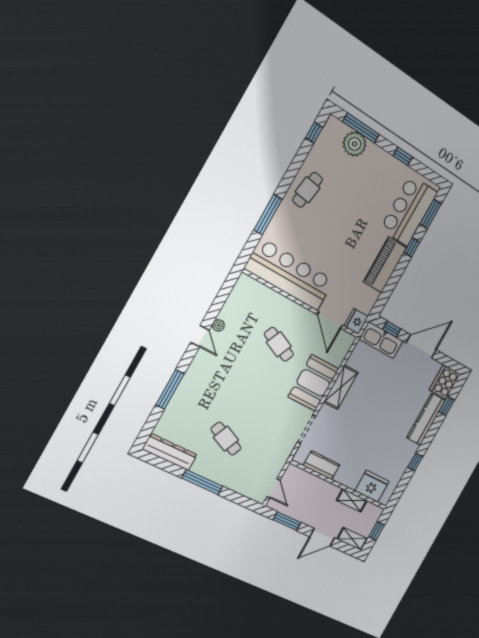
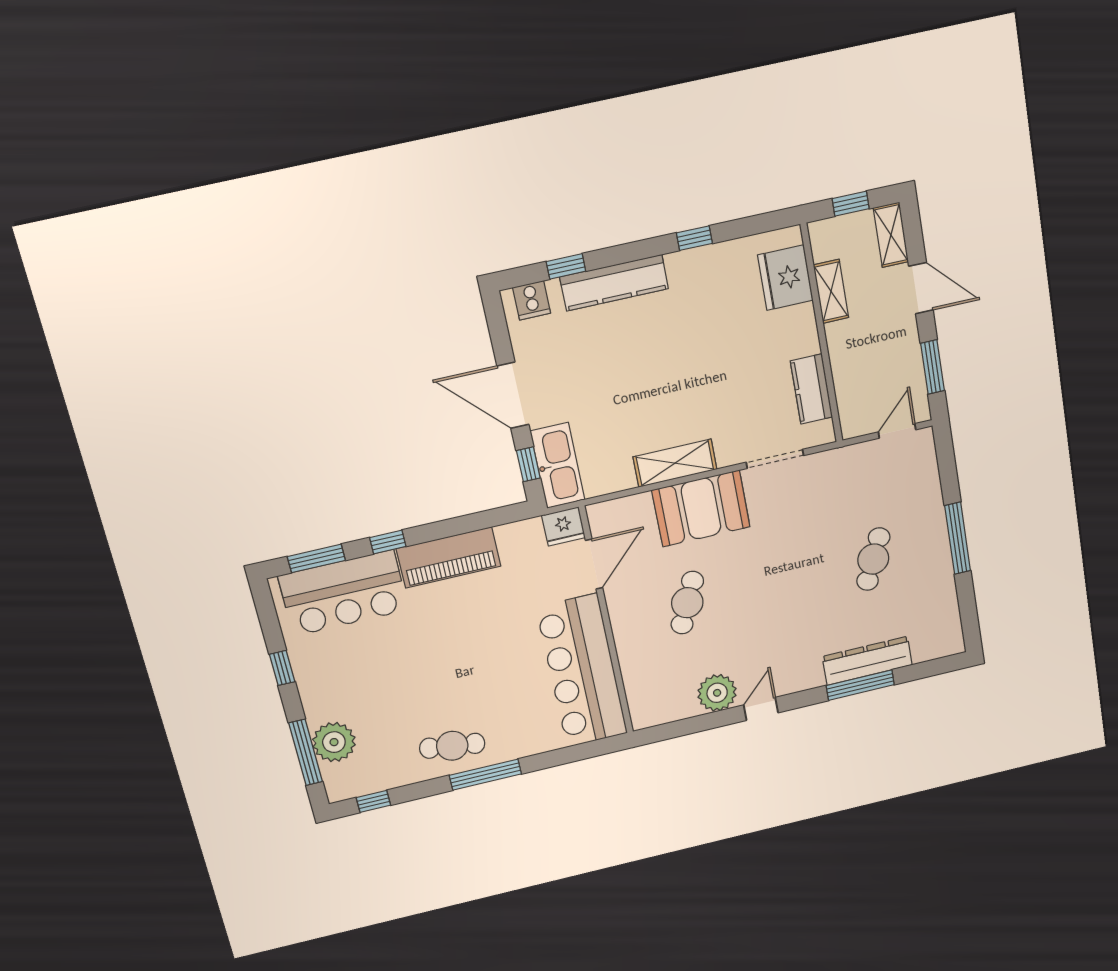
window: (268, 215) -> (485, 775), moved
plant: (218, 325) -> (717, 693), width x1.88, depth x1.88
cooker: (445, 382) -> (532, 300), width x0.53, depth x0.76
dresser: (170, 452) -> (867, 661), moved, turned 90

